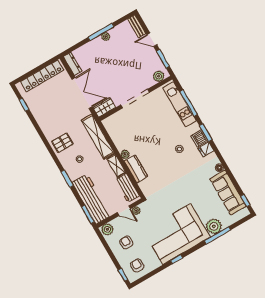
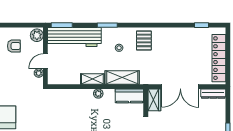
shelving: (98, 137) -> (122, 77), width x0.68
kitchen counter: (136, 169) -> (129, 96), moved
workbench: (127, 188) -> (65, 77), removed

